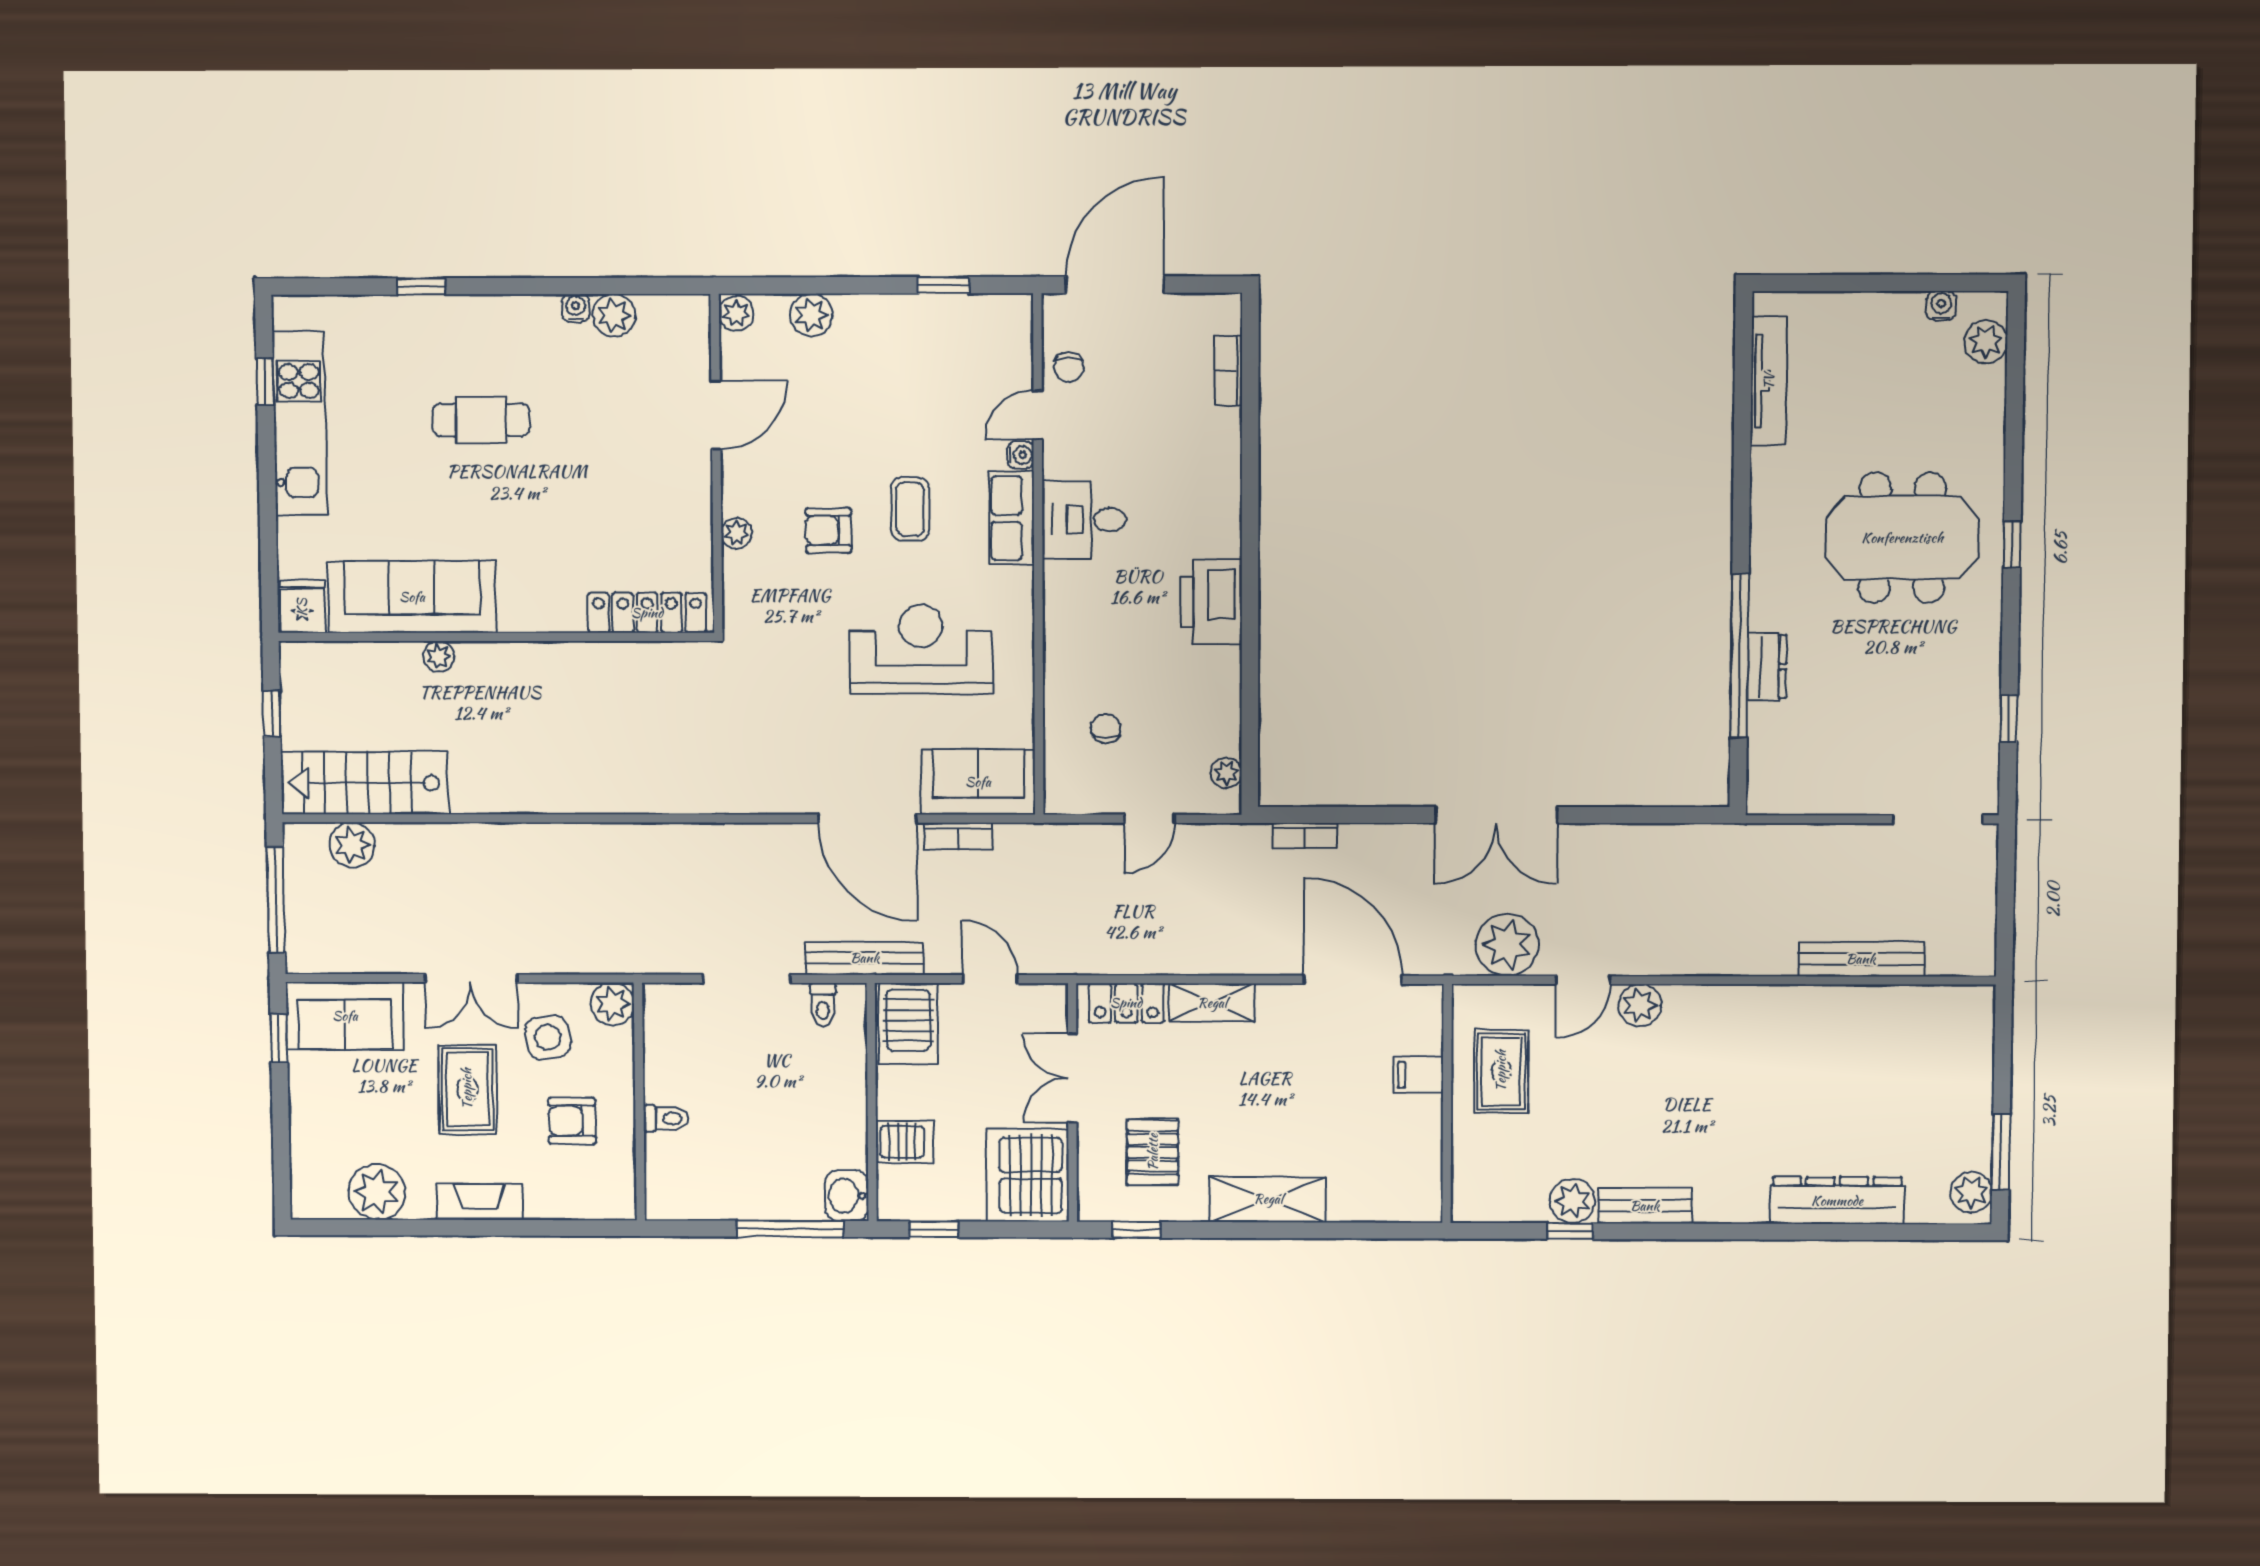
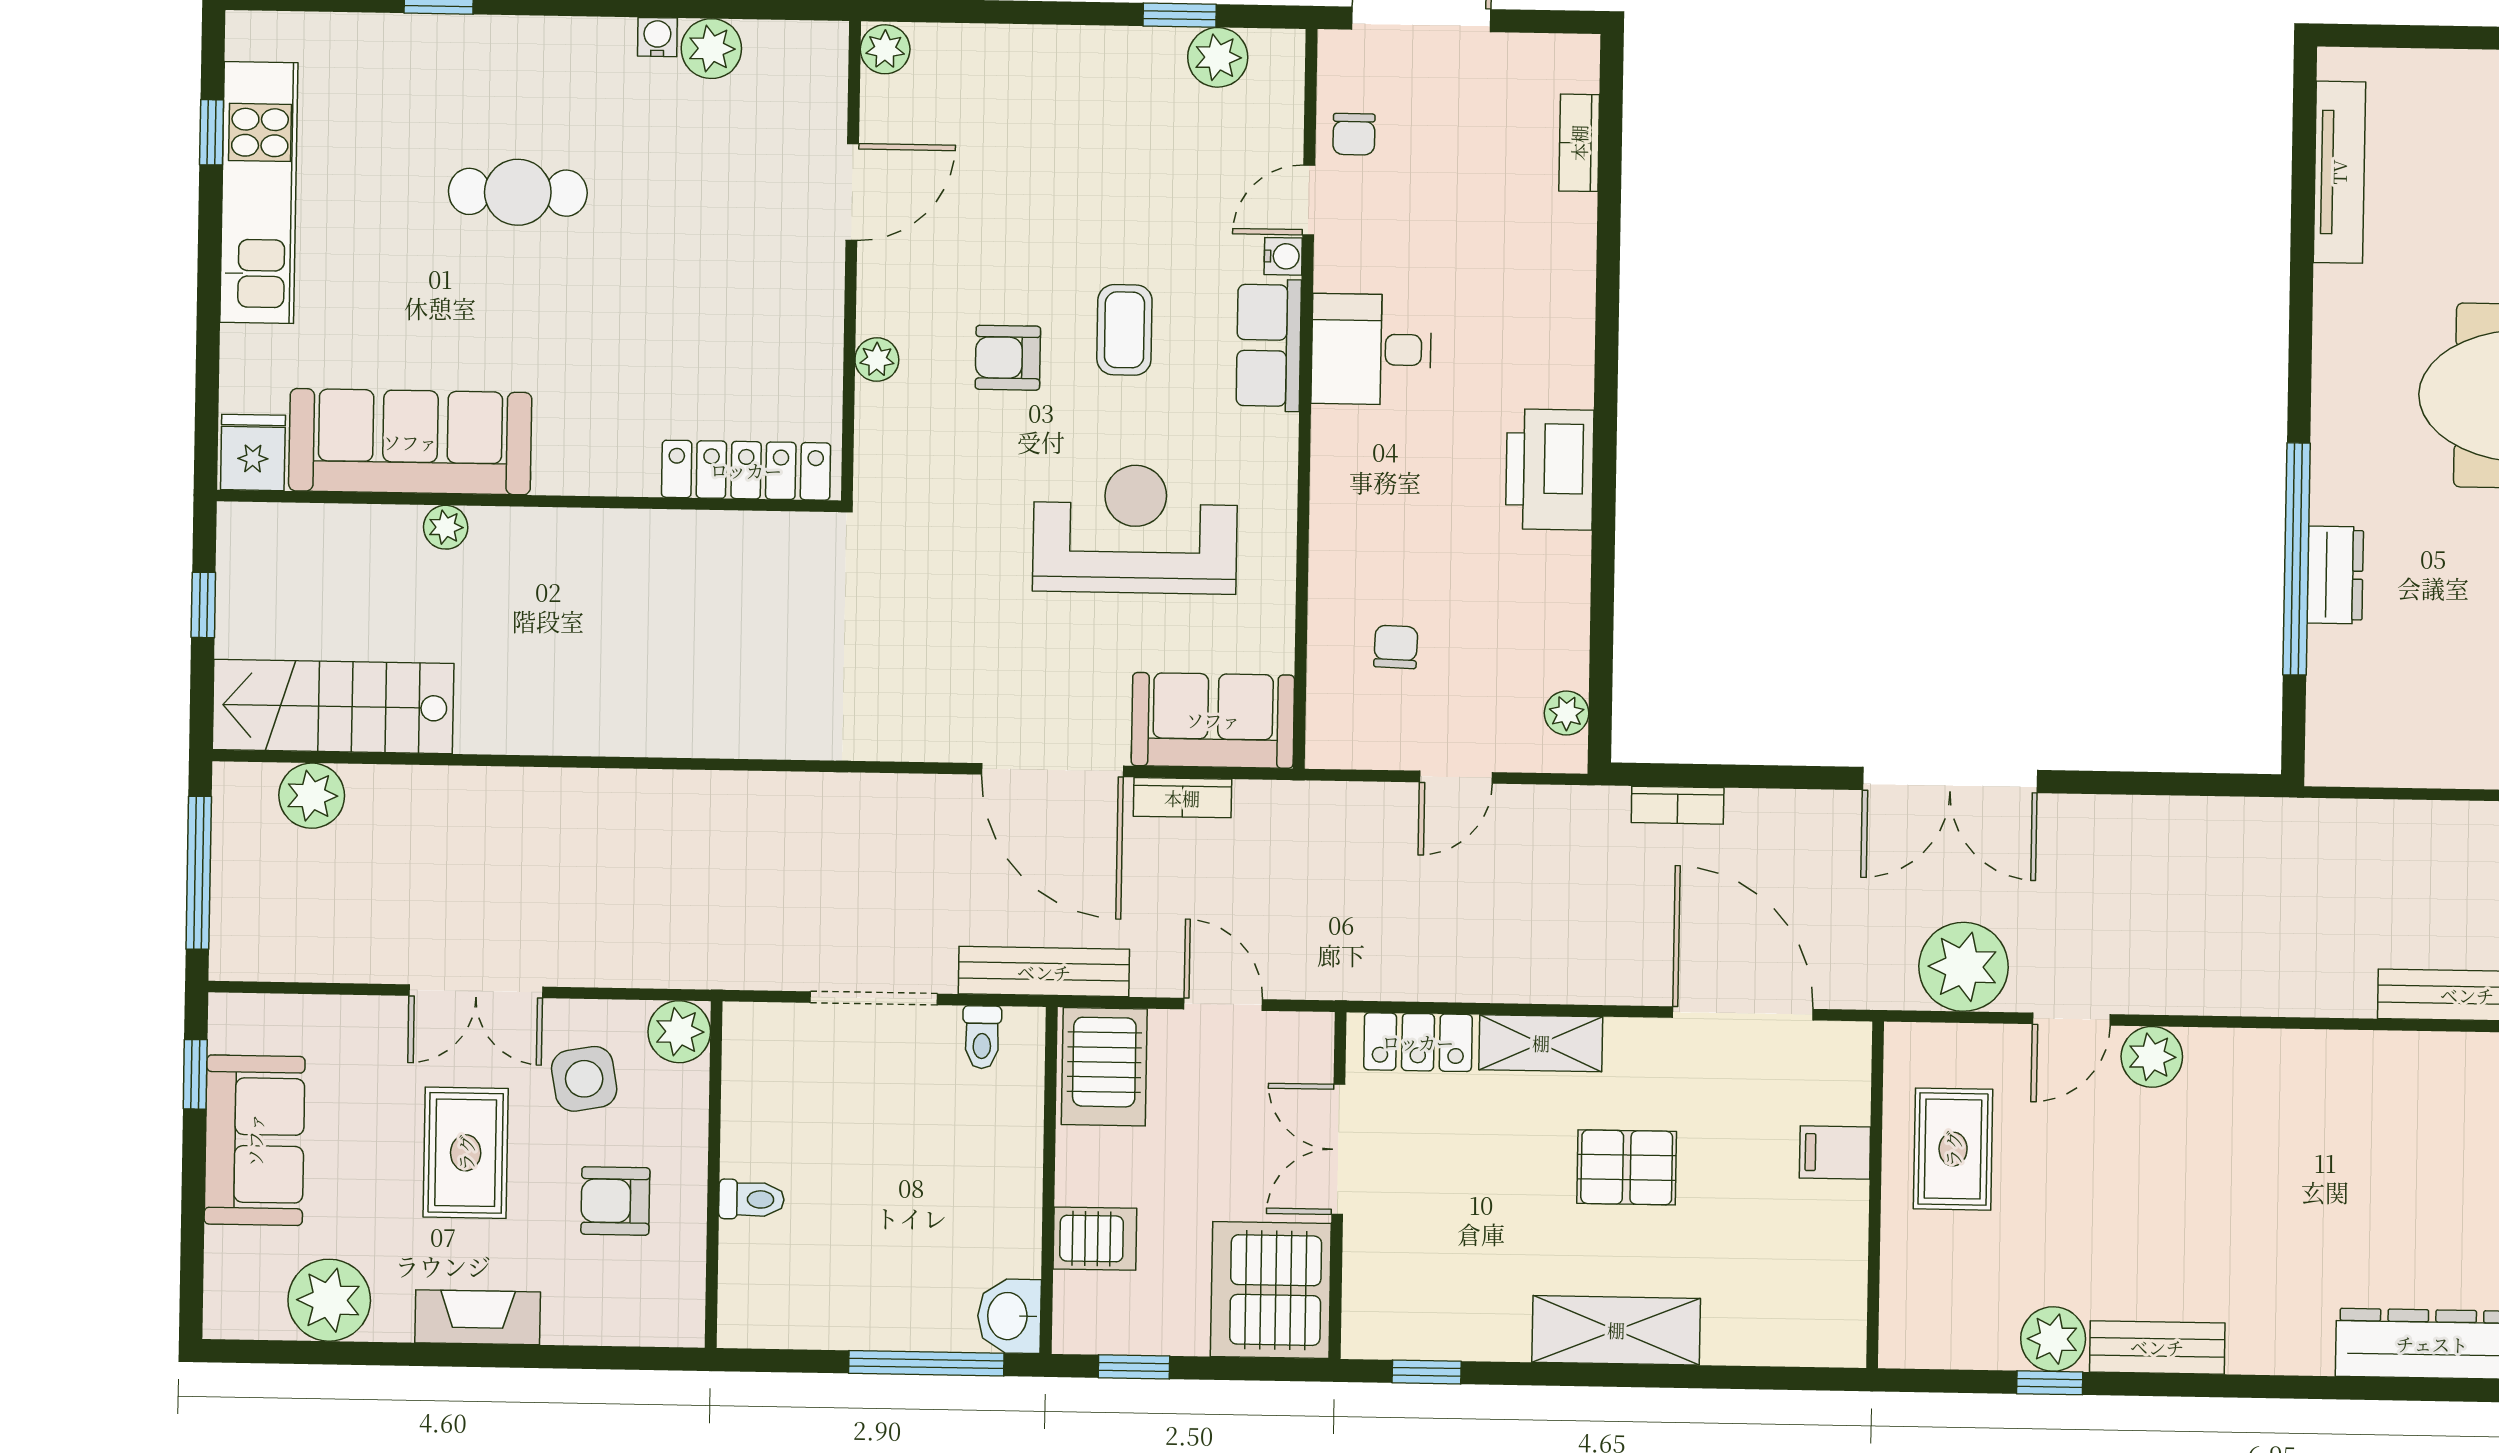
plant: (811, 315) -> (1218, 57), moved
sofa: (345, 1016) -> (255, 1140), moved, turned -90
pallet: (1153, 1152) -> (1627, 1167), moved, turned 90

